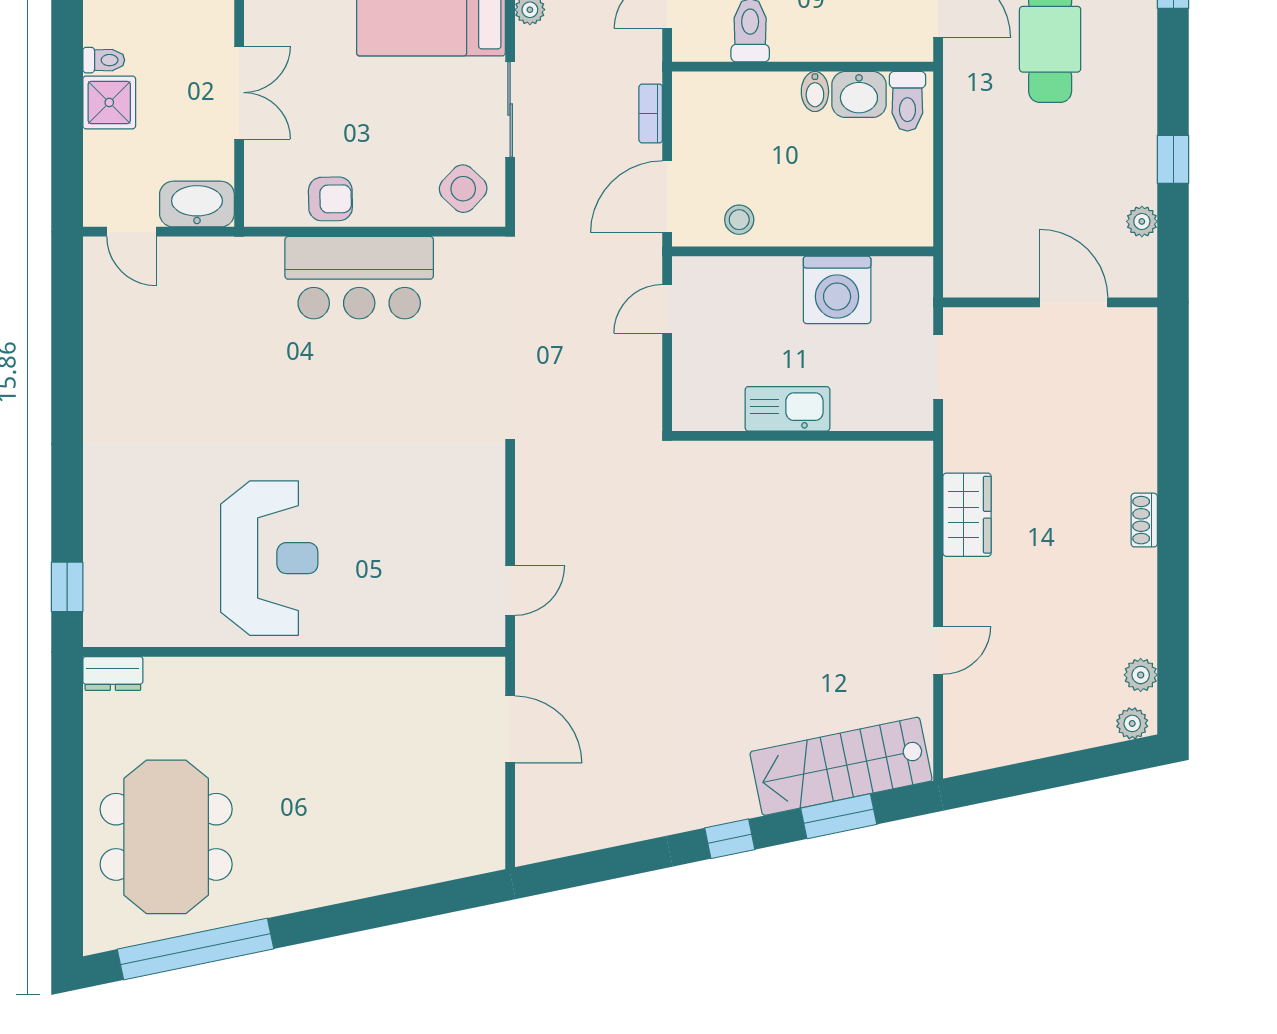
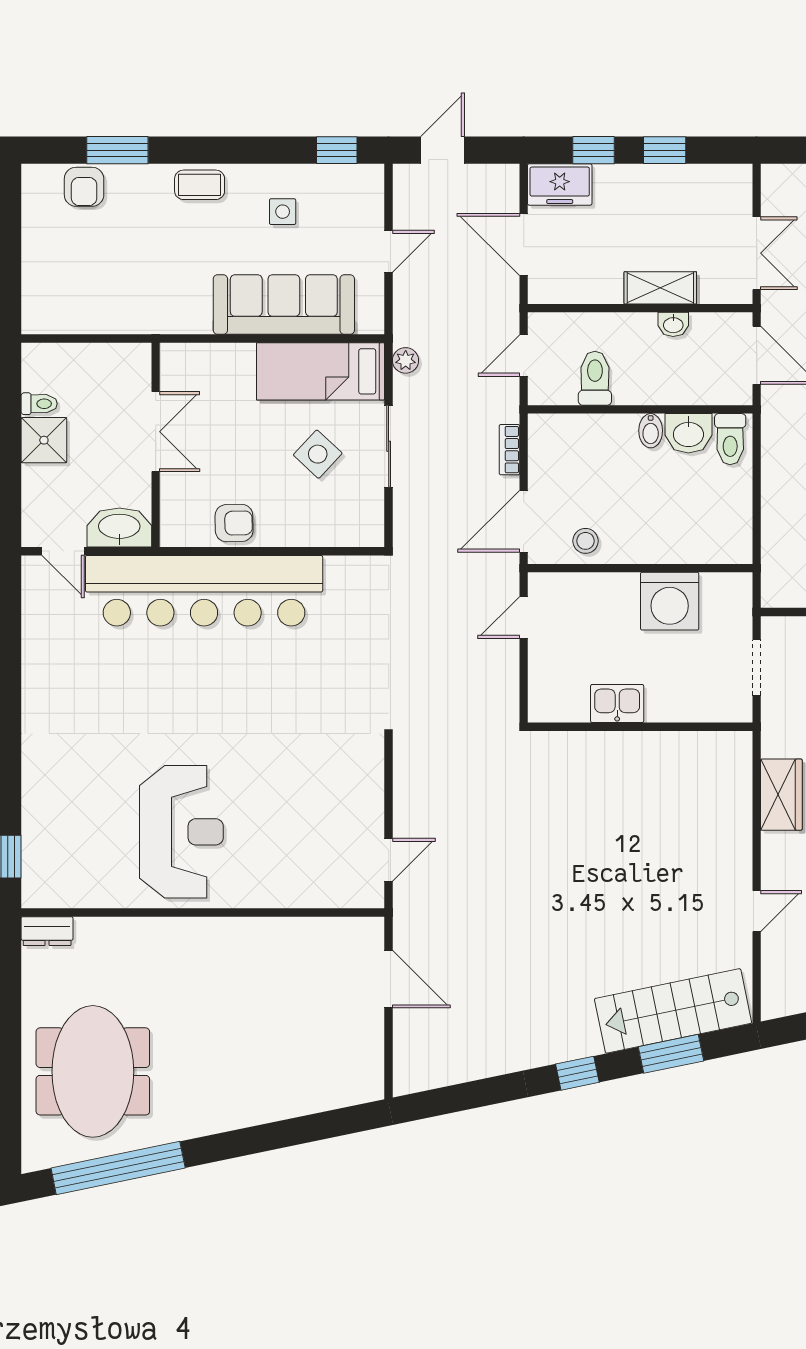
side table: (463, 189) -> (318, 454), moved
bar counter: (359, 278) -> (204, 591), width x1.86
kitchen sink: (788, 409) -> (617, 704), width x0.73

